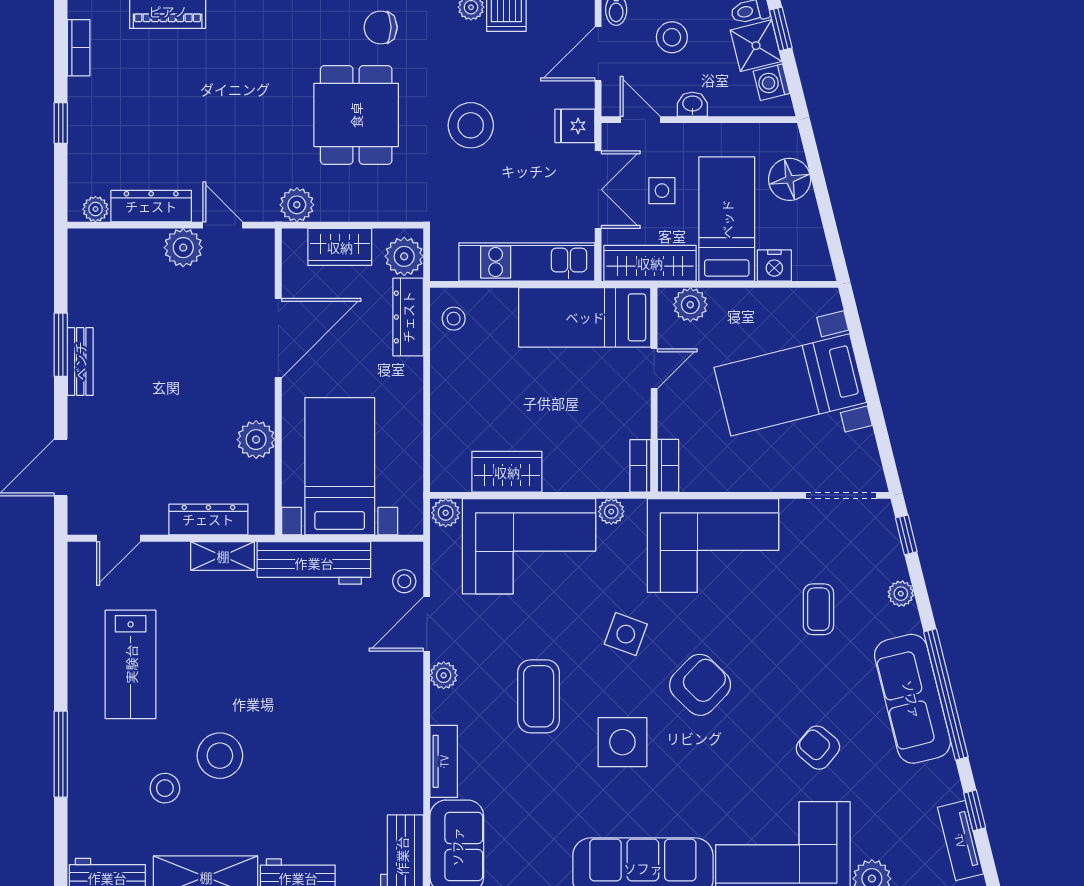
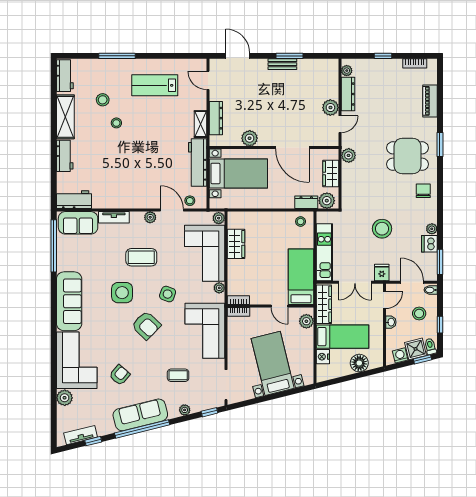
dining table: (356, 115) -> (408, 156), moved
side table: (662, 191) -> (354, 309), removed
dresser: (408, 317) -> (306, 202), width x0.70
stool: (220, 756) -> (116, 123), width x0.53, depth x0.53

